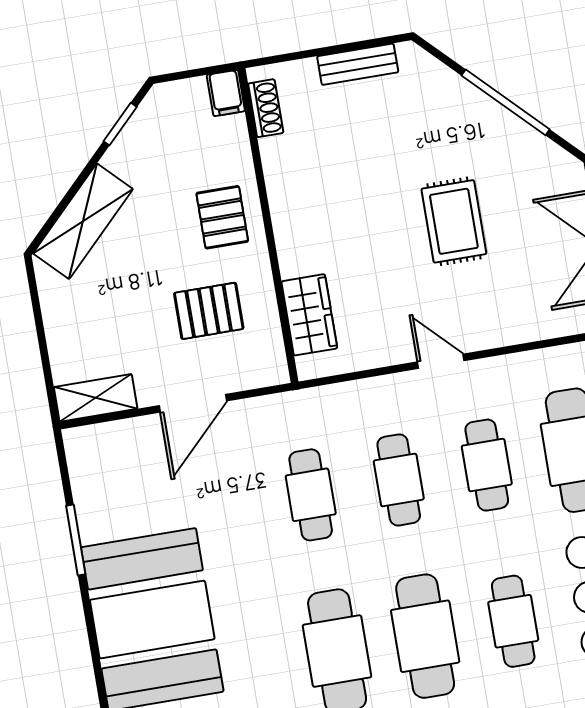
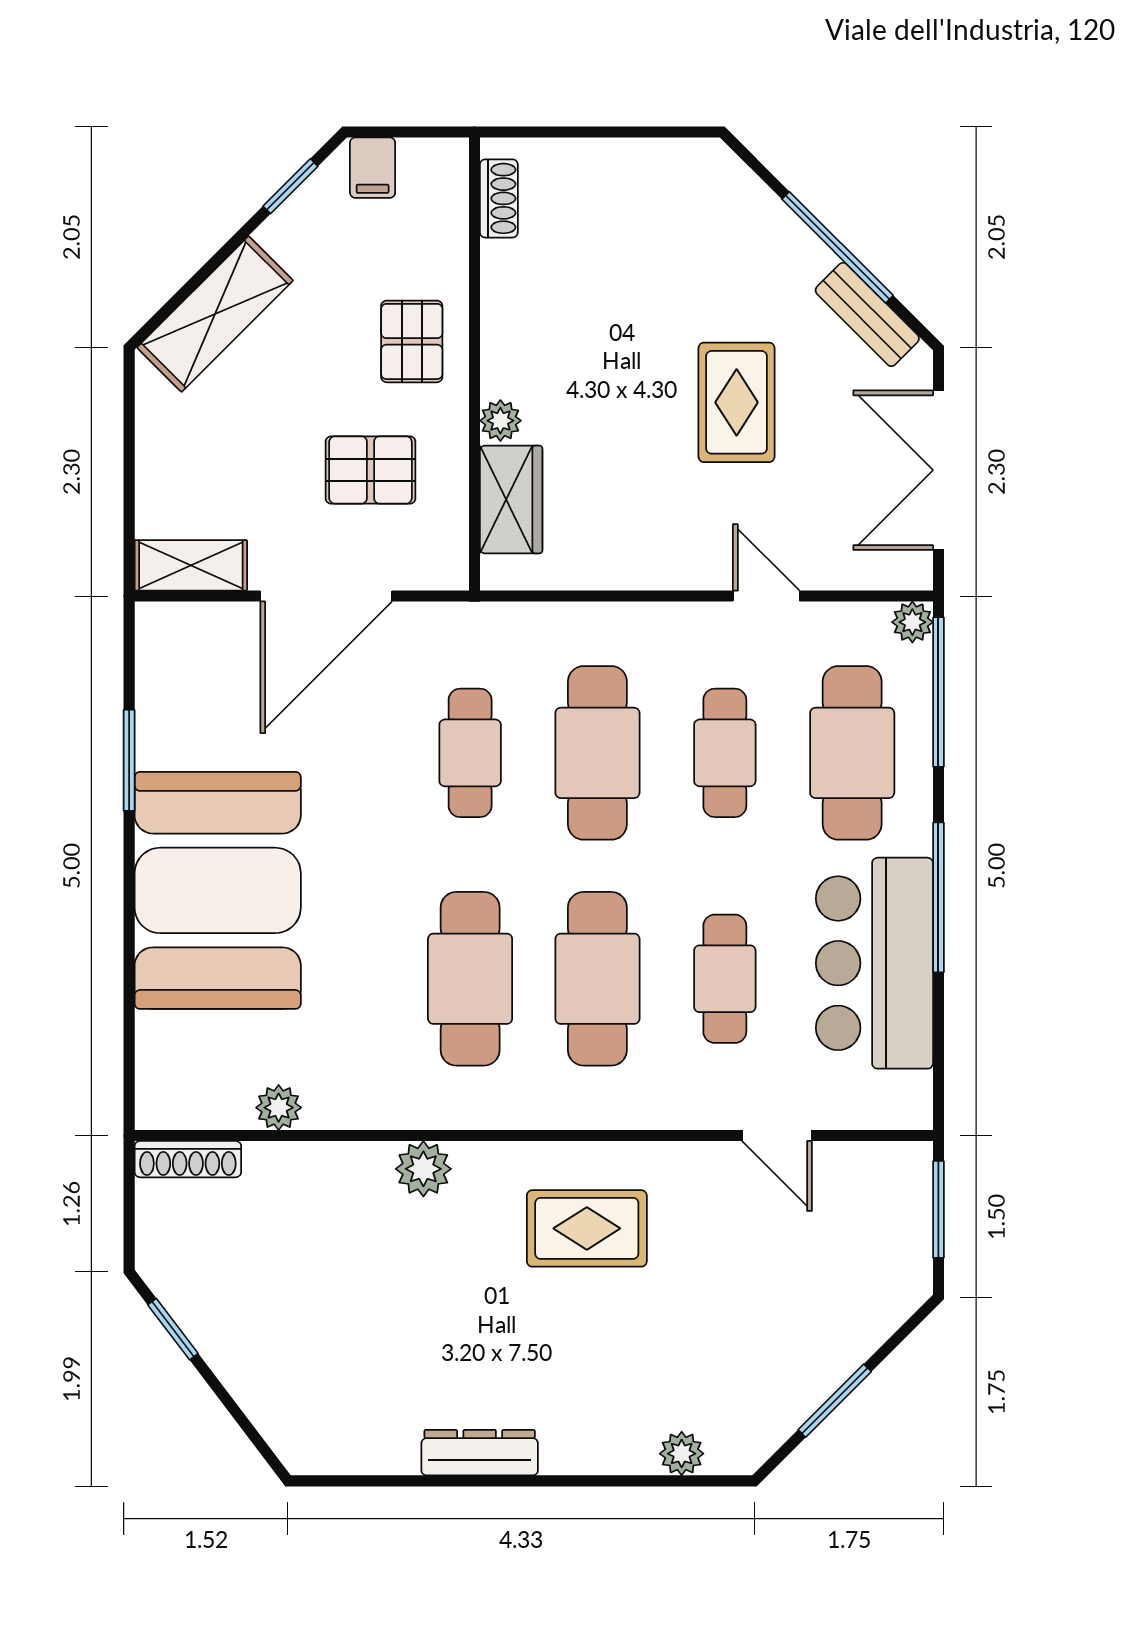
bench: (358, 64) -> (867, 314), moved, turned 45
filing cabinet: (226, 93) -> (373, 168), moved
plant: (293, 262) -> (500, 421), added
door: (441, 361) -> (766, 596), moved
door: (193, 403) -> (326, 596), width x1.36
cafe table: (399, 480) -> (597, 753), width x1.37, depth x1.35

